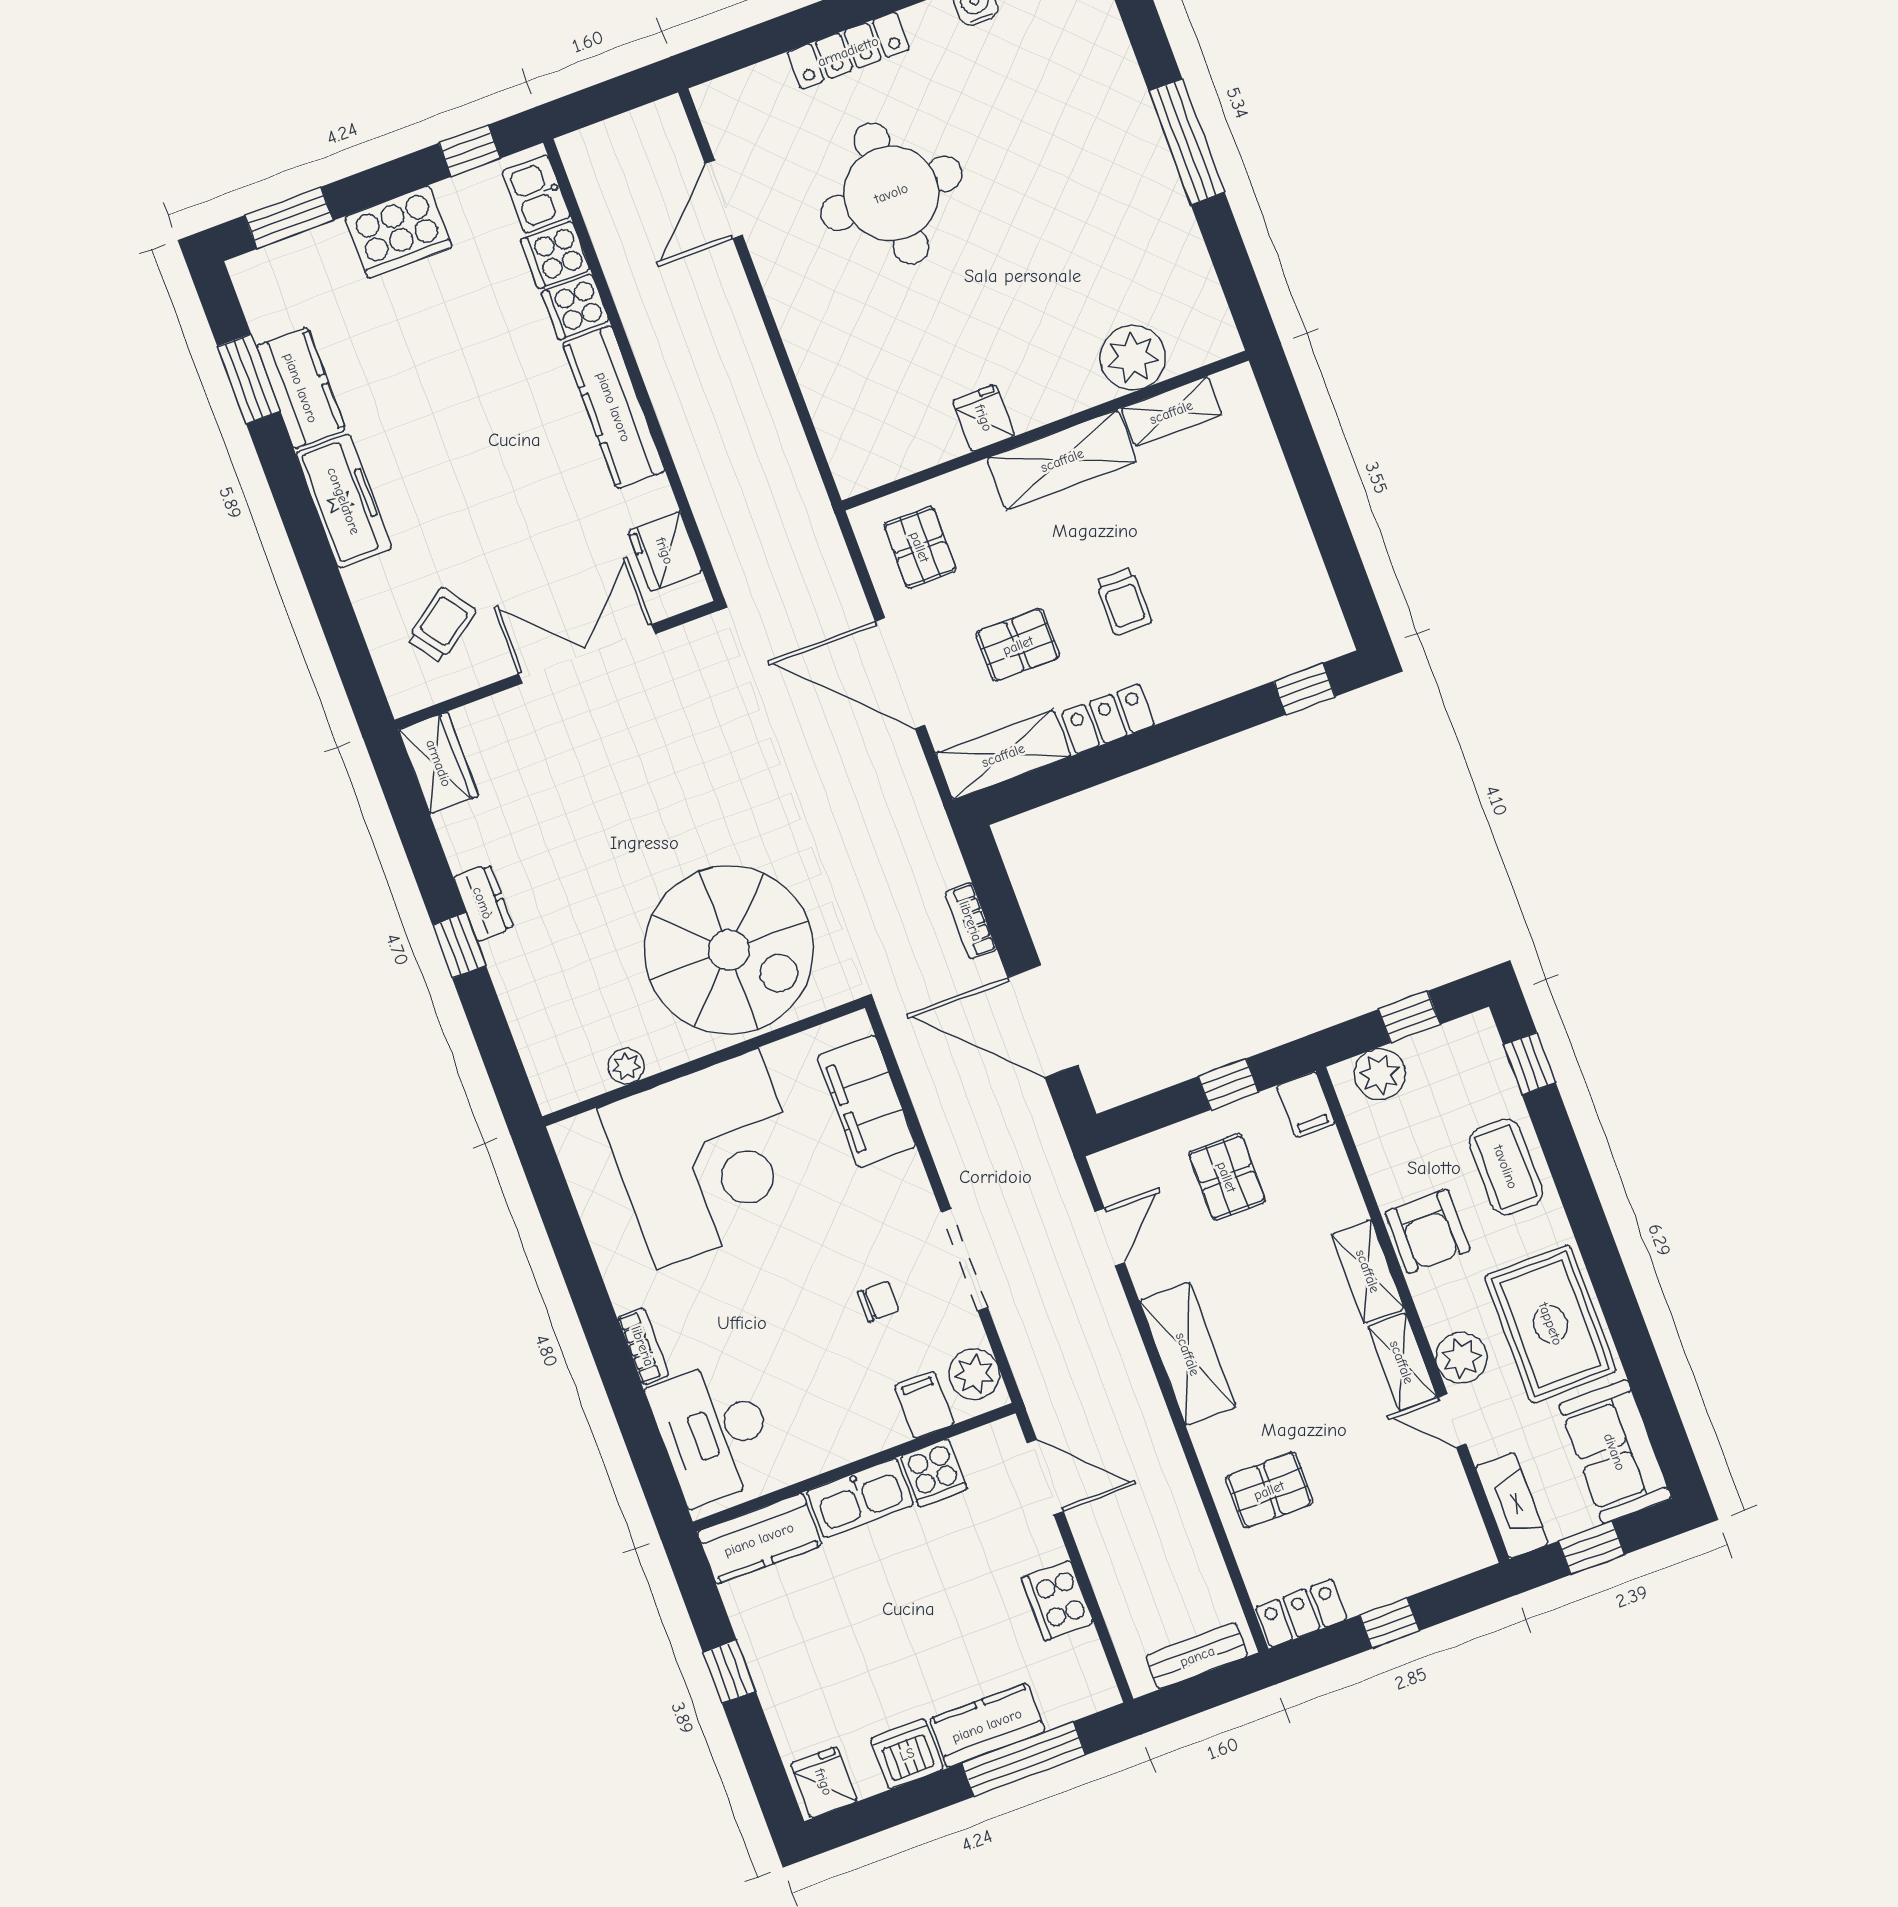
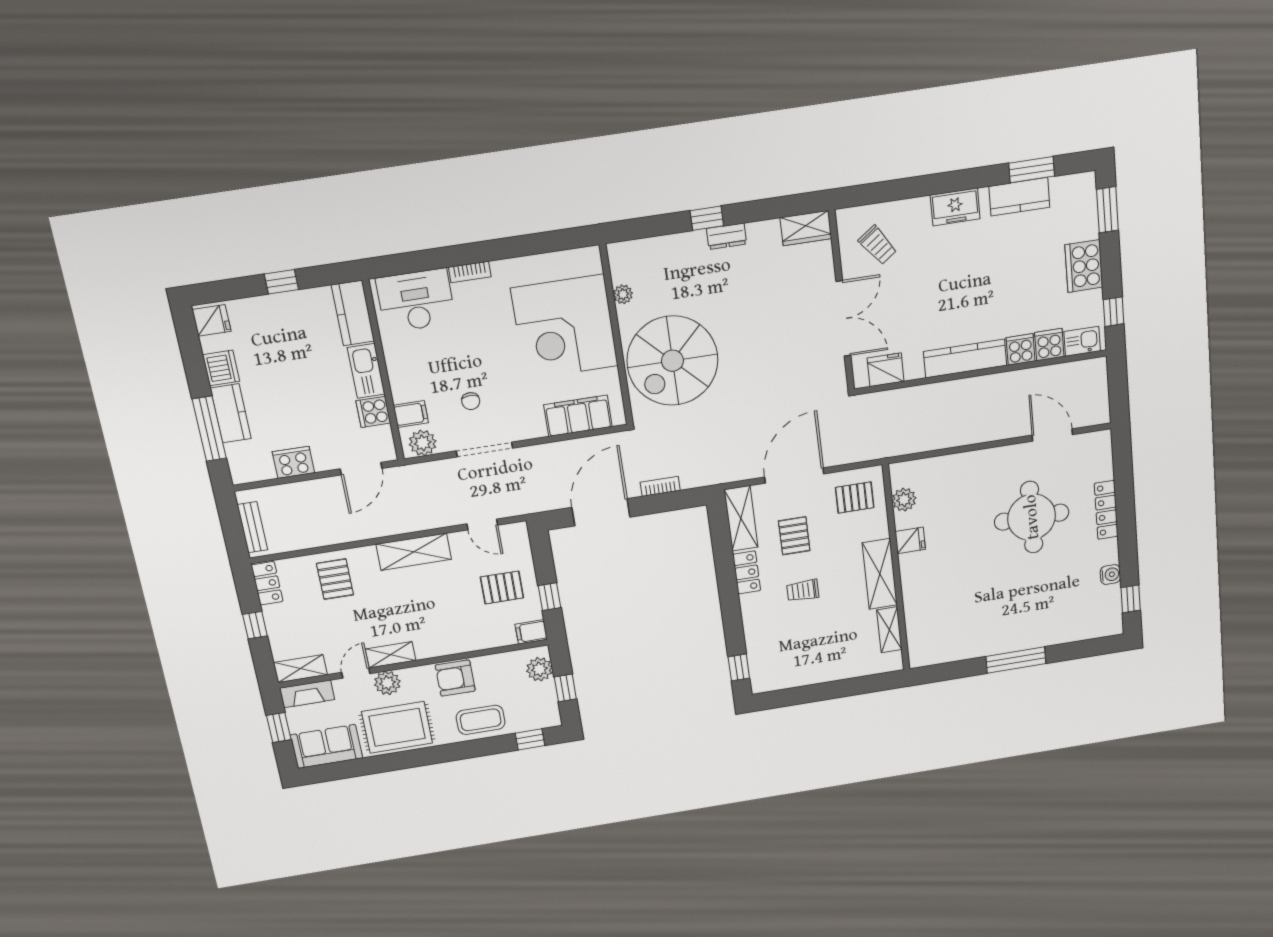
plant: (1133, 358) -> (904, 500), moved, width x0.73, depth x0.73
freezer: (344, 501) -> (955, 207), width x0.71
shelving: (1368, 1271) -> (300, 669), moved

